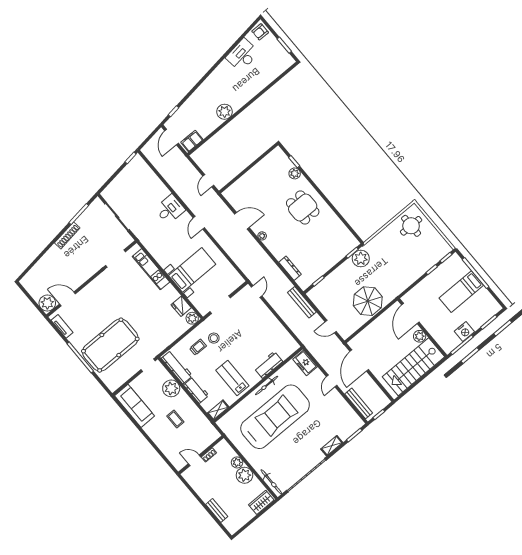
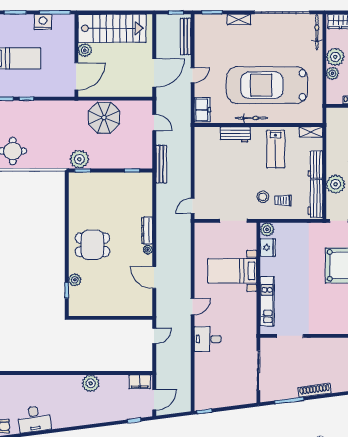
dining table: (303, 207) -> (92, 245), turned 90
dresser: (290, 268) -> (147, 231), moved

